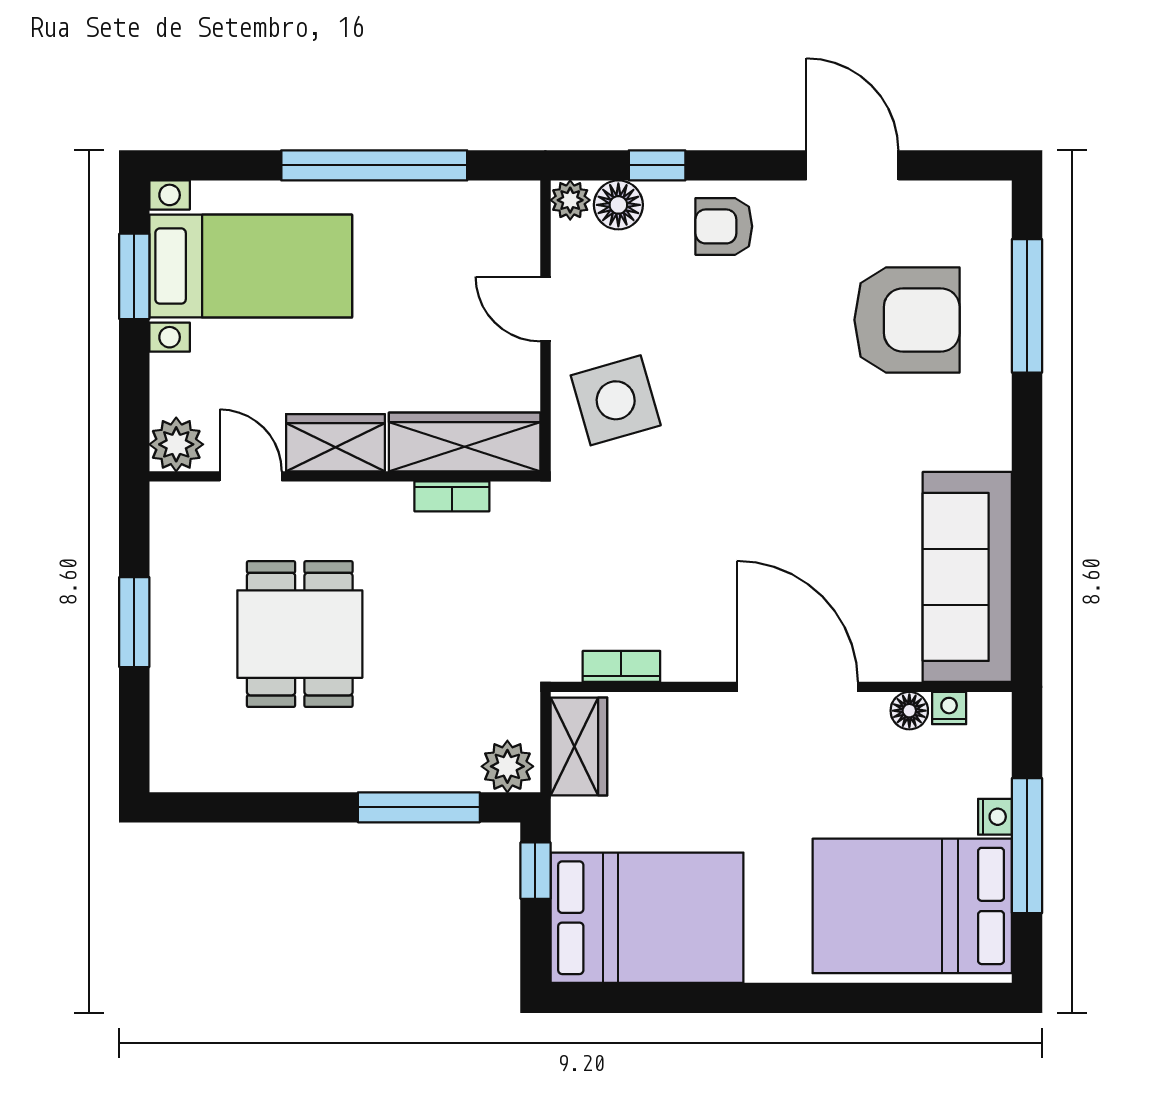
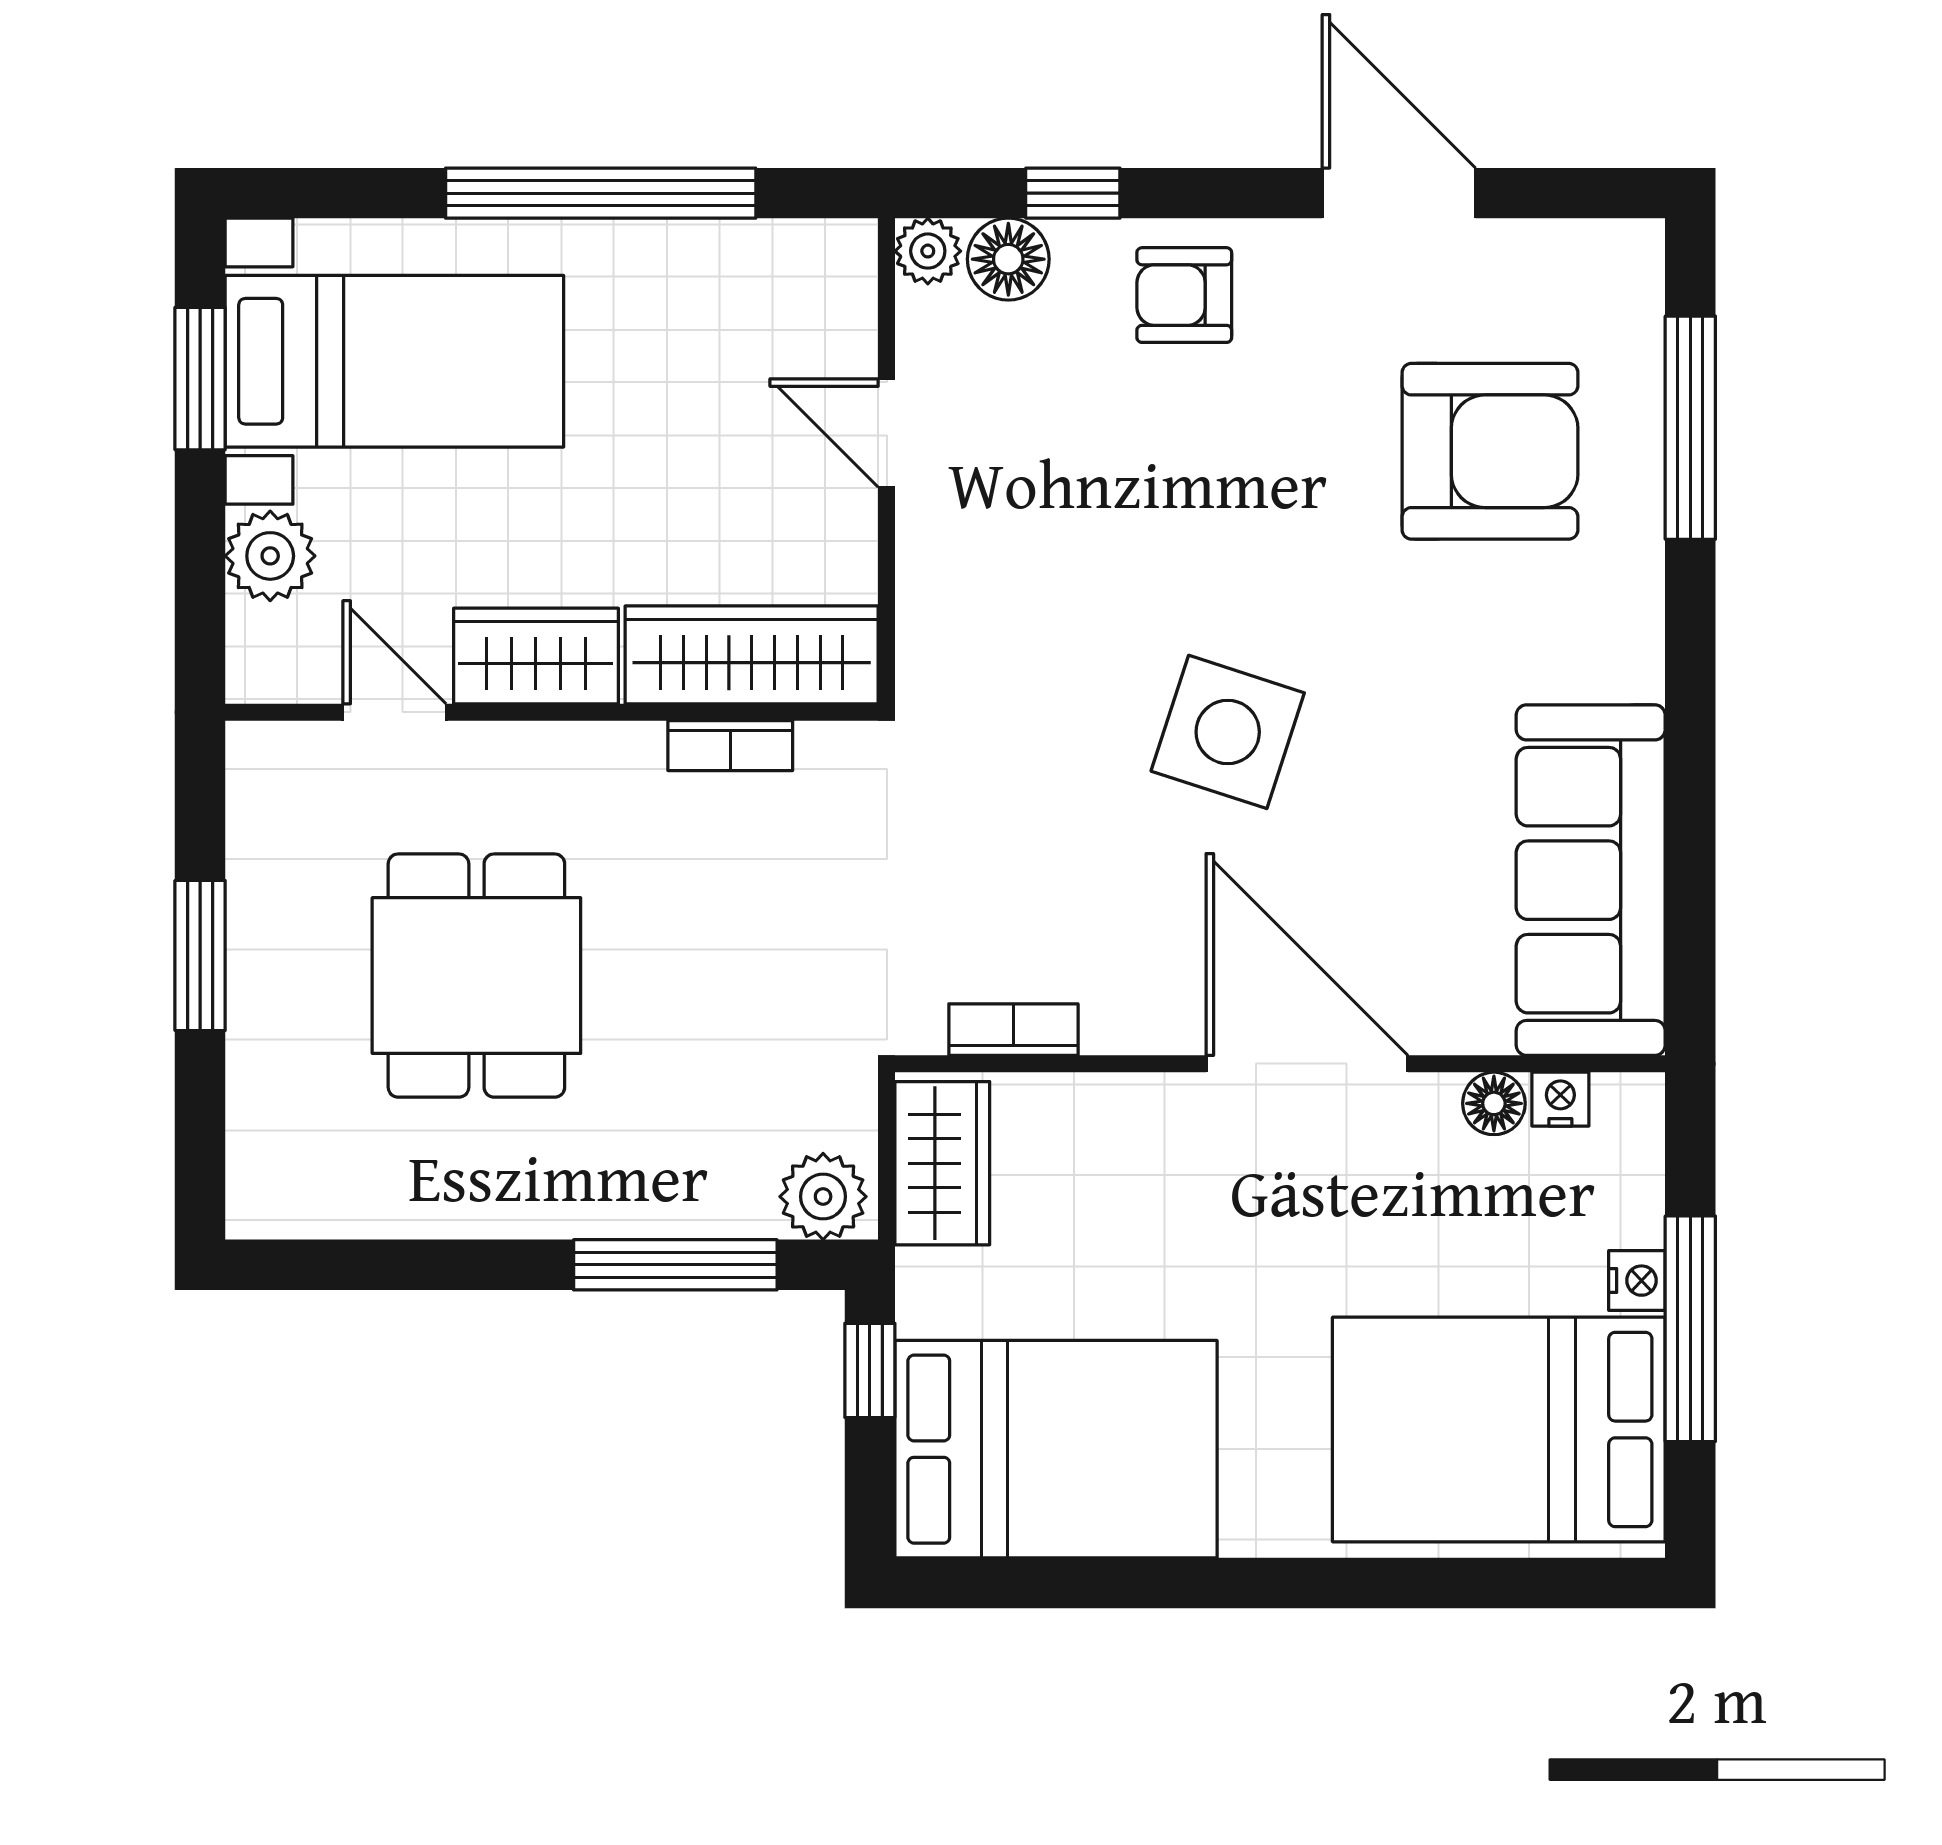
side table: (616, 400) -> (1228, 732), moved, turned 34
plant: (176, 444) -> (270, 556), moved

